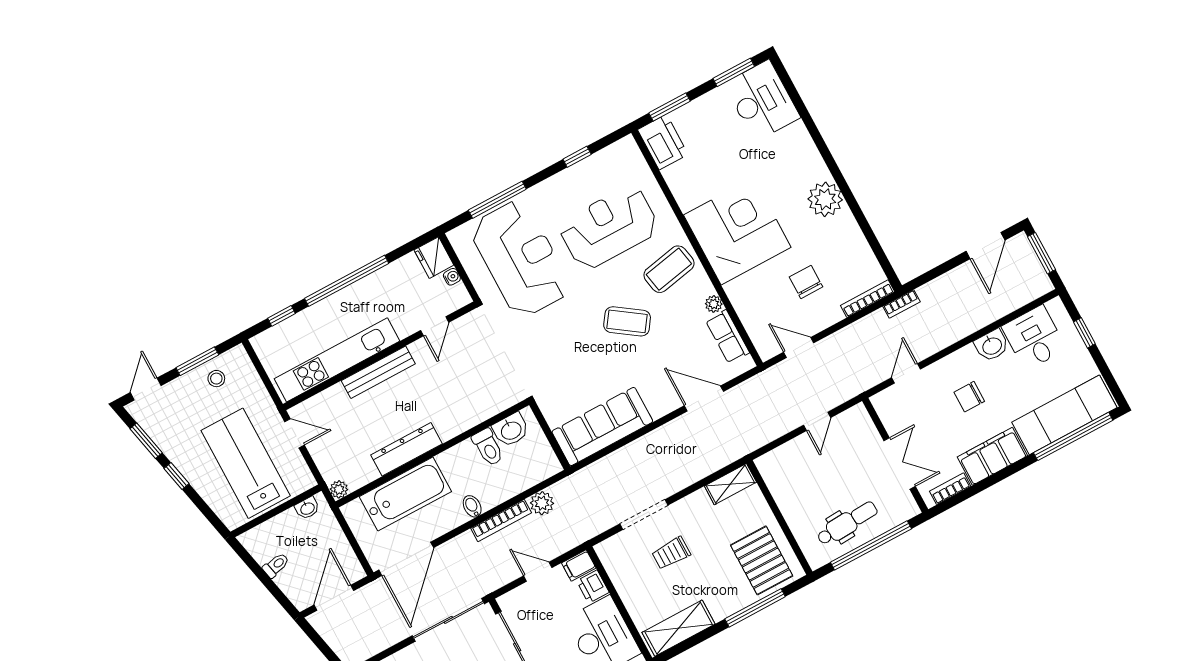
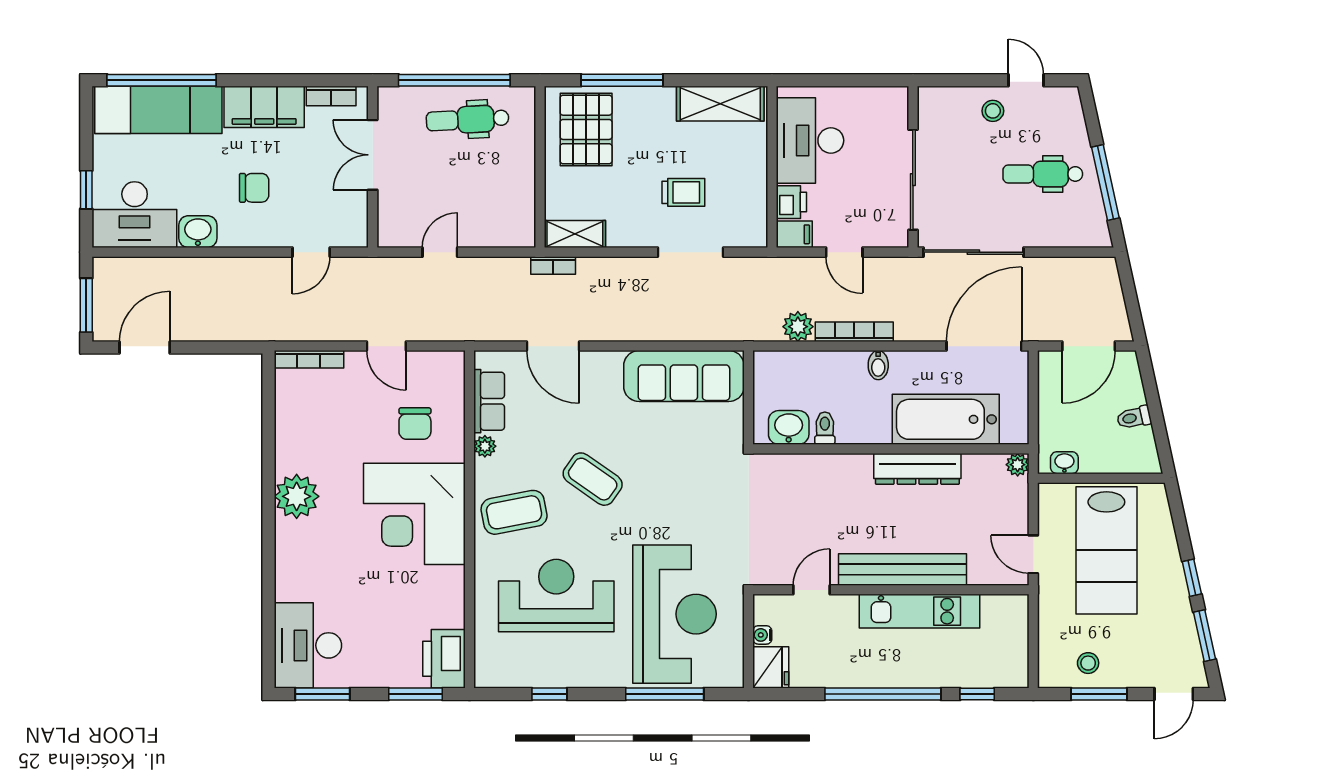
reception desk: (609, 227) -> (556, 596), turned 180
reception desk: (520, 259) -> (674, 614), turned 180
chair: (806, 282) -> (415, 424), moved
bookcase: (902, 304) -> (553, 265), moved, turned 180
desk: (1034, 338) -> (135, 215), width x1.37
door: (799, 348) -> (386, 346), moved
kitchen unit: (337, 360) -> (919, 611), width x0.73
bench: (378, 372) -> (903, 570), width x1.37, depth x1.21
toilet: (488, 447) -> (825, 428), width x0.73, depth x0.72

